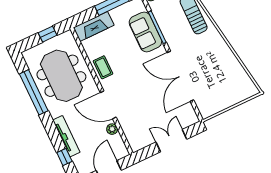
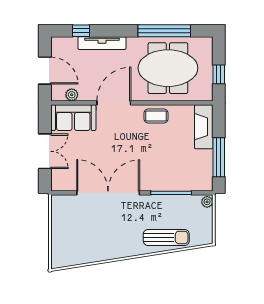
sofa: (145, 32) -> (73, 118), moved, turned 180
plant: (112, 129) -> (72, 95), moved

